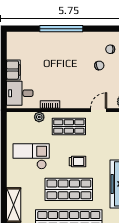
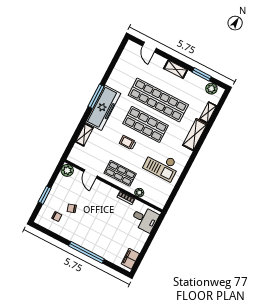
filing cabinet: (13, 70) -> (130, 259), moved
door: (99, 110) -> (90, 174), hinge flipped

